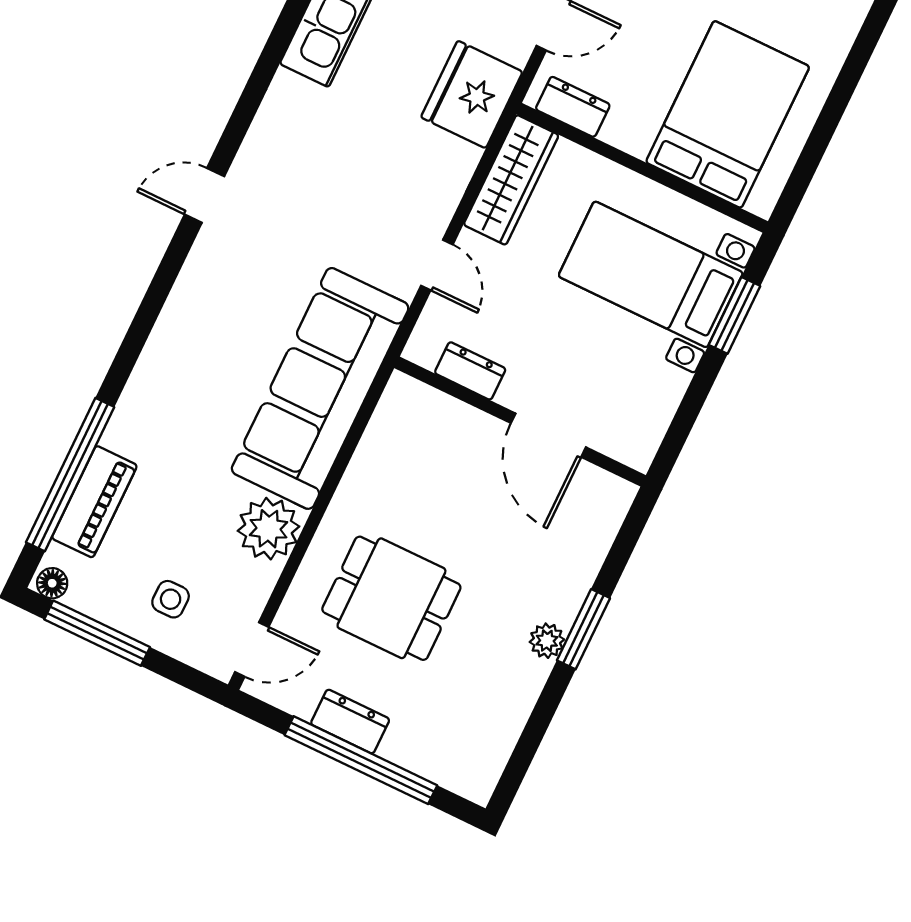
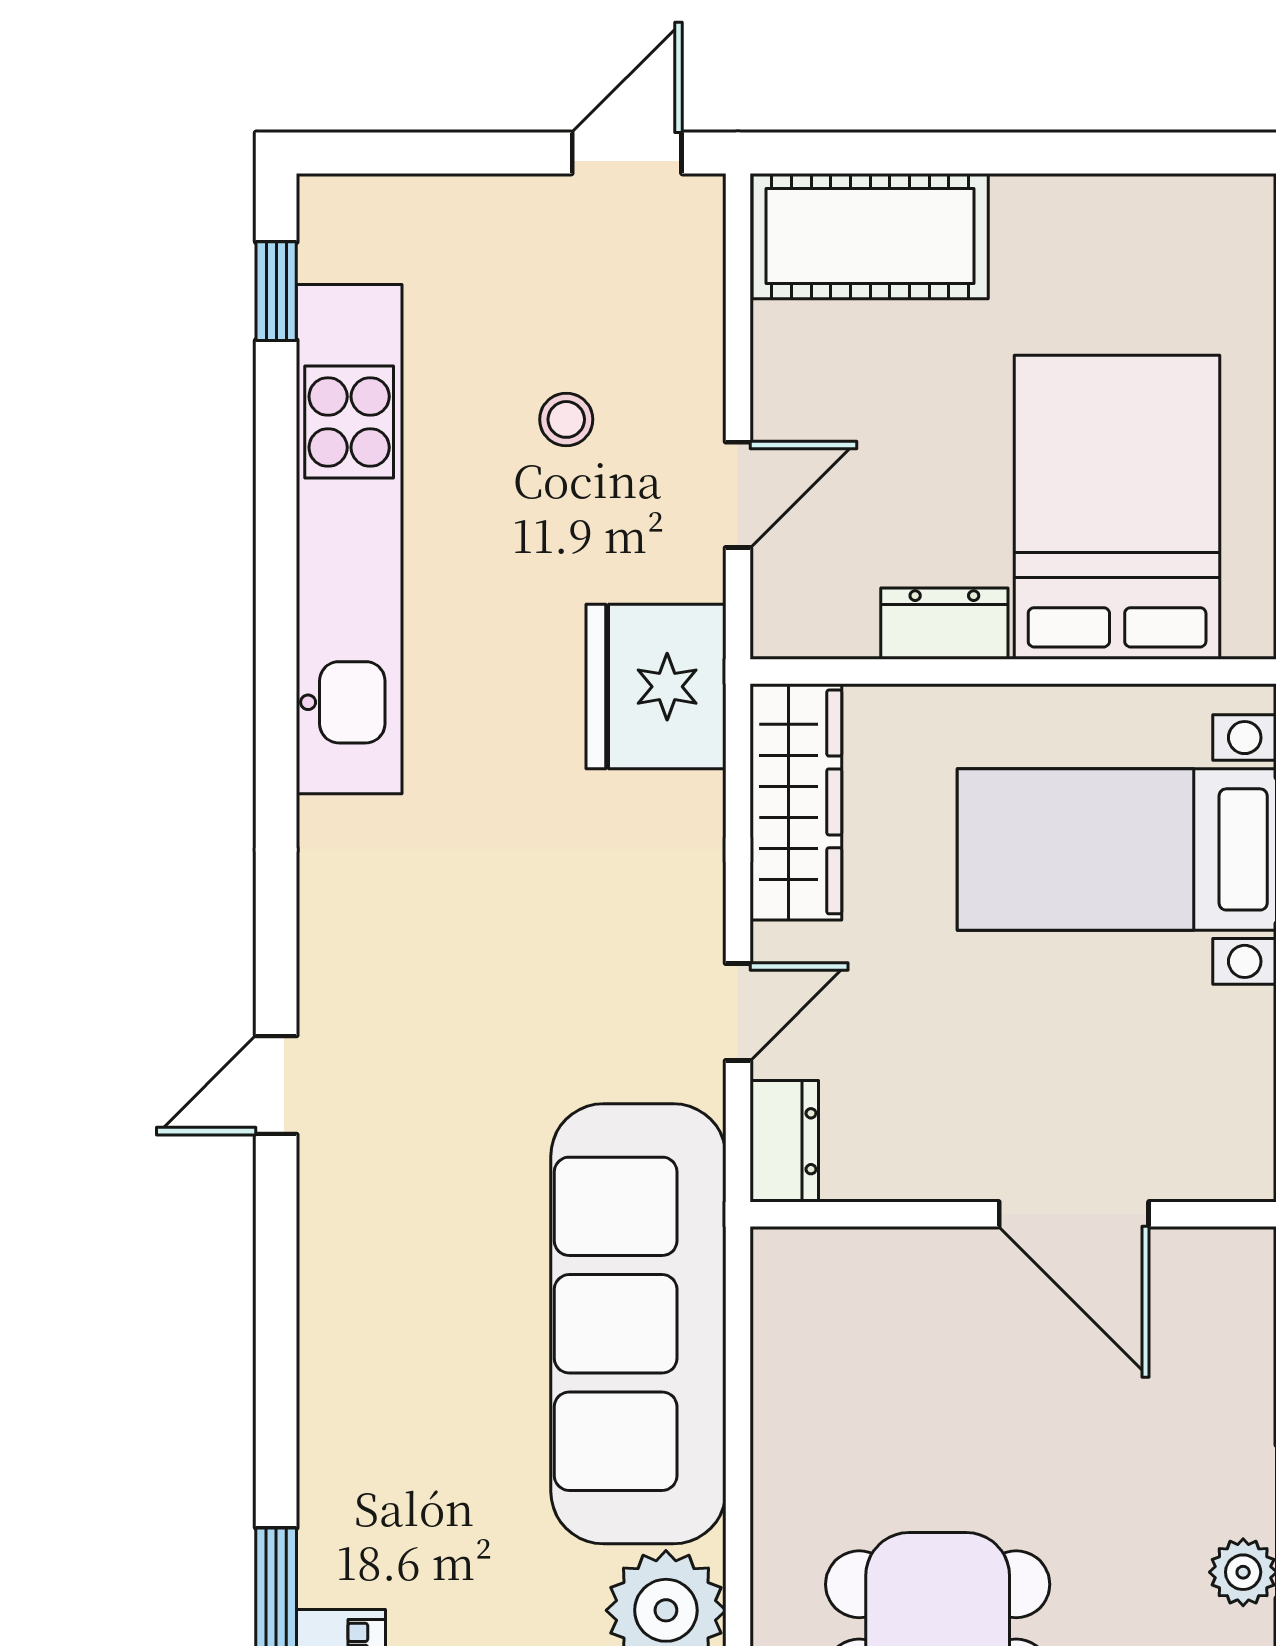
dresser: (573, 107) -> (944, 624), moved
door: (437, 265) -> (738, 1012), hinge flipped
dresser: (470, 371) -> (784, 1141), moved, turned 90

